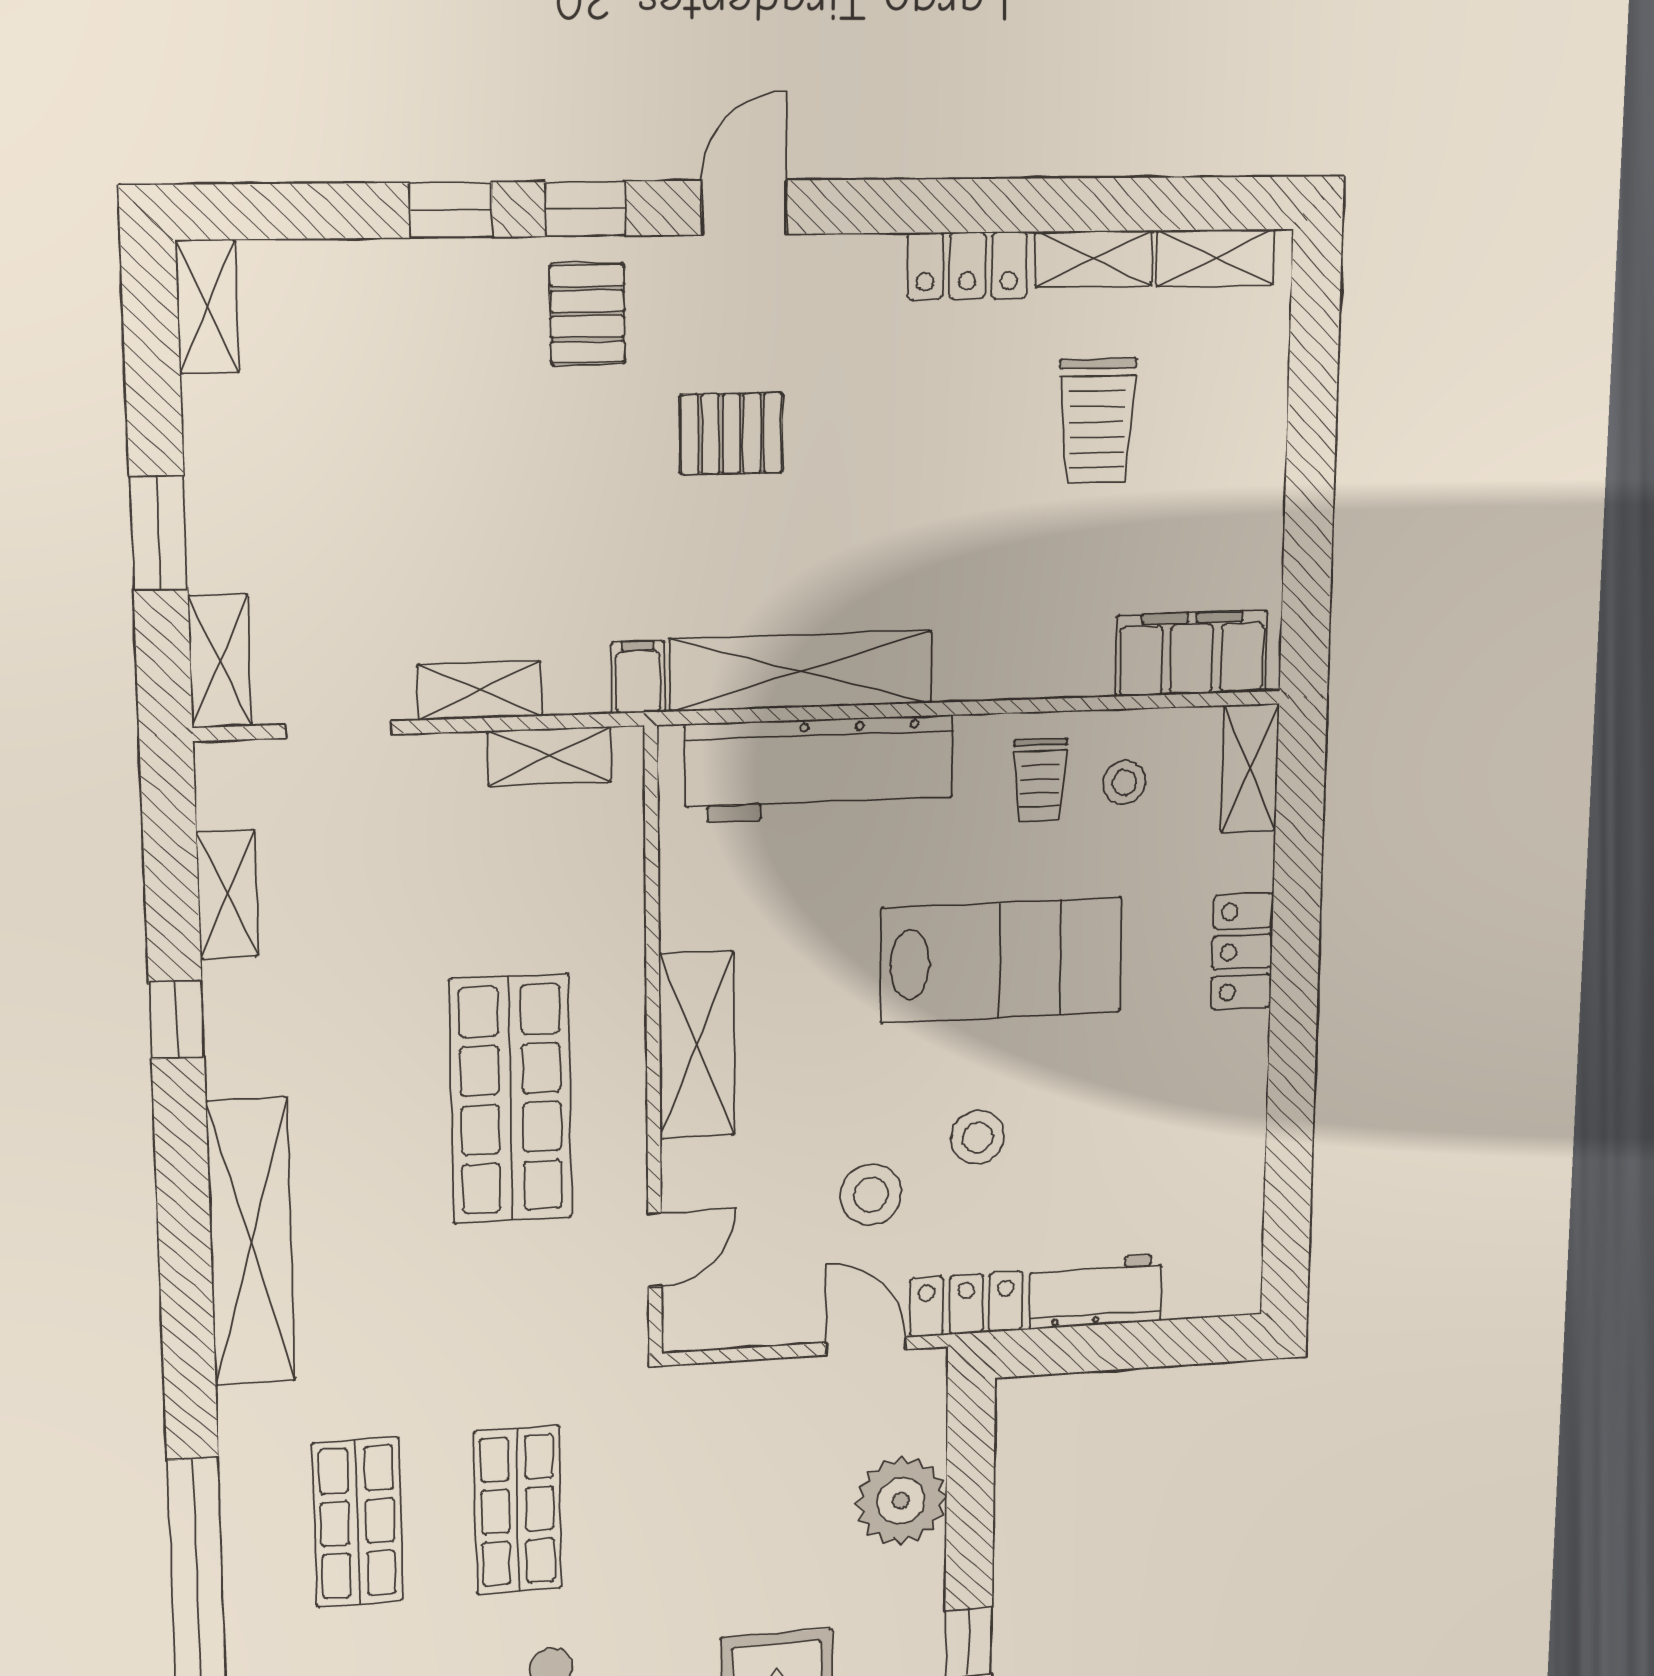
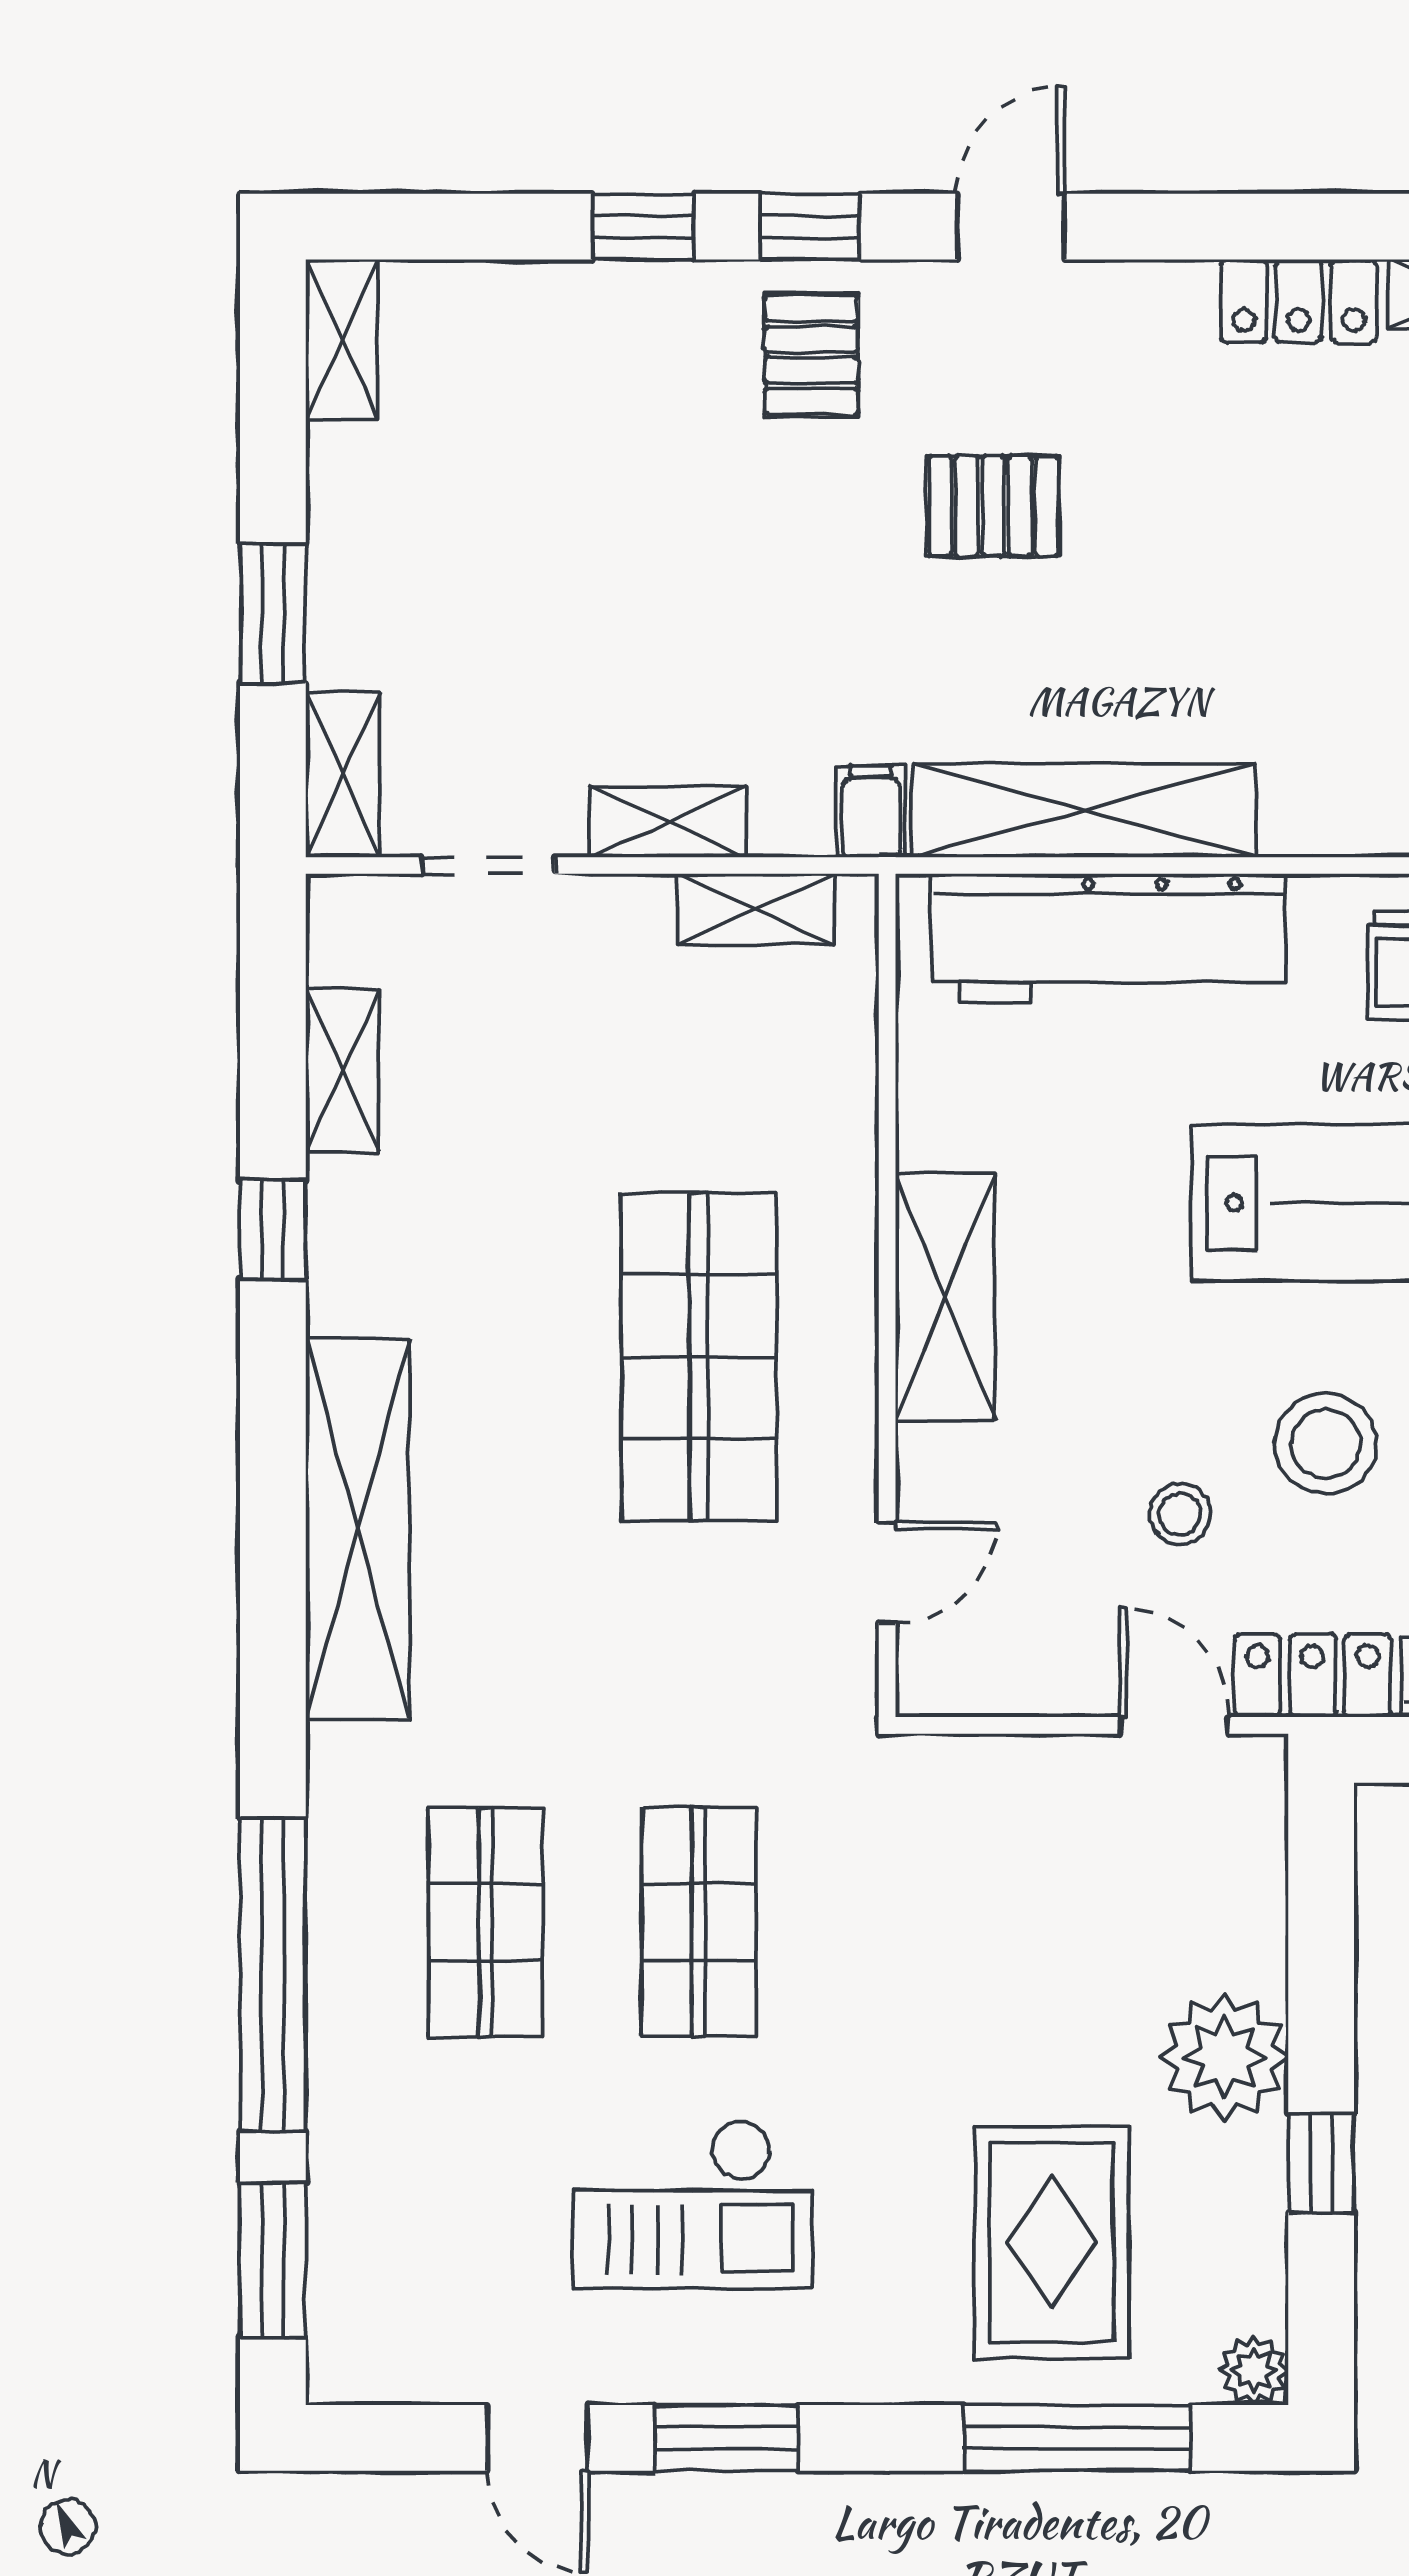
stool: (978, 1137) -> (1326, 1444), width x1.38, depth x1.38
stool: (871, 1194) -> (1180, 1514), width x0.73, depth x0.73
plant: (901, 1501) -> (1224, 2057), moved

